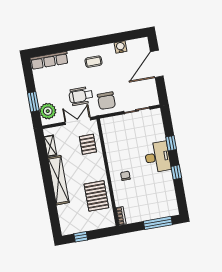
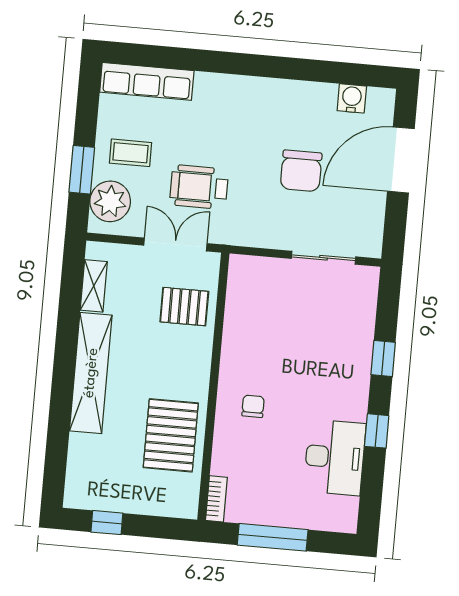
water cooler: (120, 47) -> (352, 98), moved
coffee table: (93, 62) -> (130, 153), moved
chair: (106, 101) -> (301, 171), moved
pallet: (88, 144) -> (184, 307), turned 90
desk: (157, 157) -> (335, 457), moved
window: (158, 223) -> (273, 537), moved

